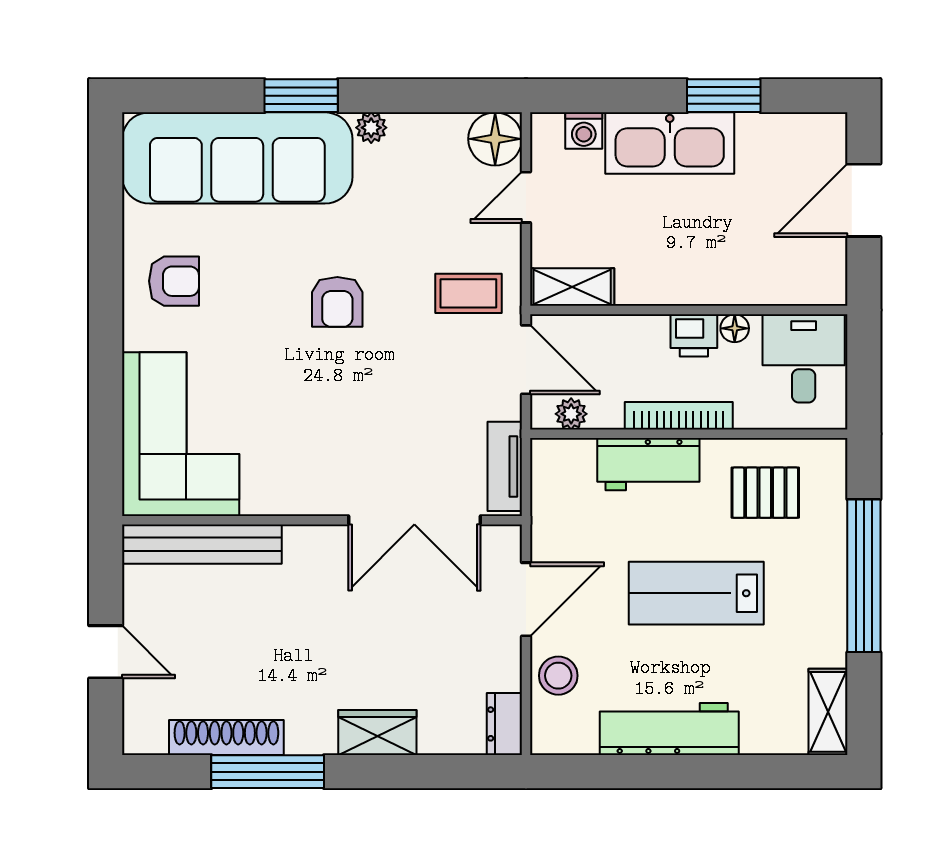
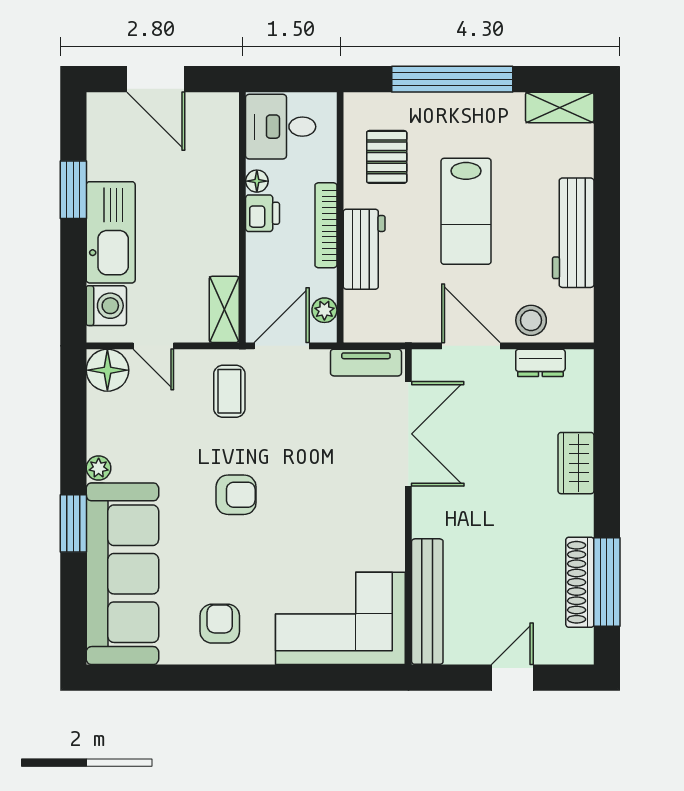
washing machine: (584, 131) -> (106, 306), width x1.38, depth x1.38
dresser: (504, 724) -> (540, 363), moved
window: (268, 772) -> (607, 582), moved

